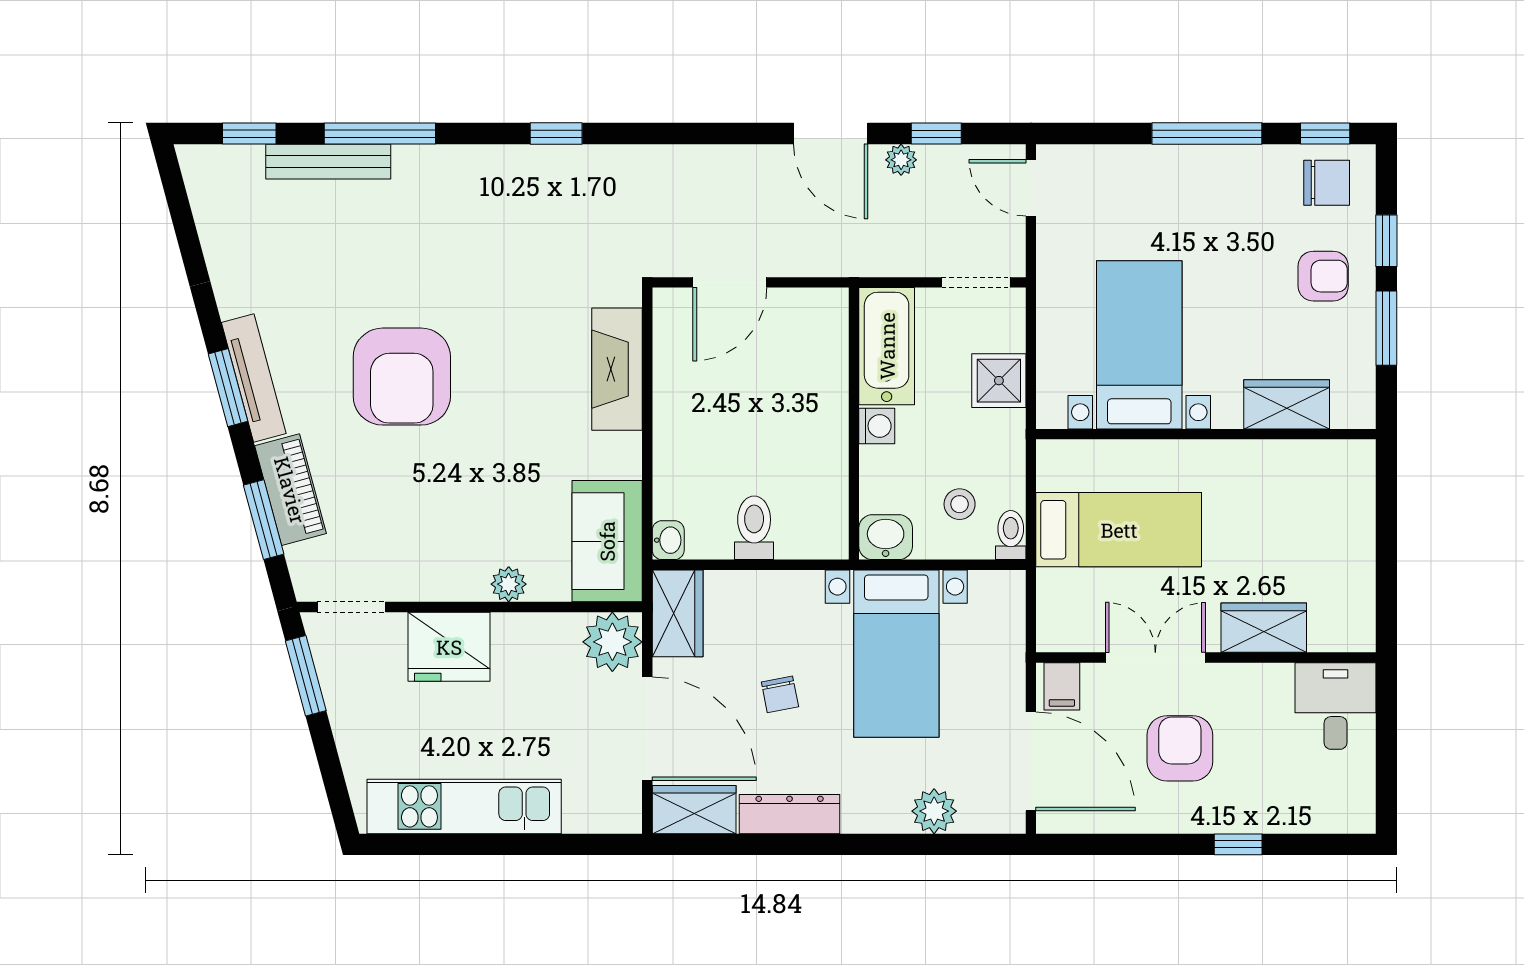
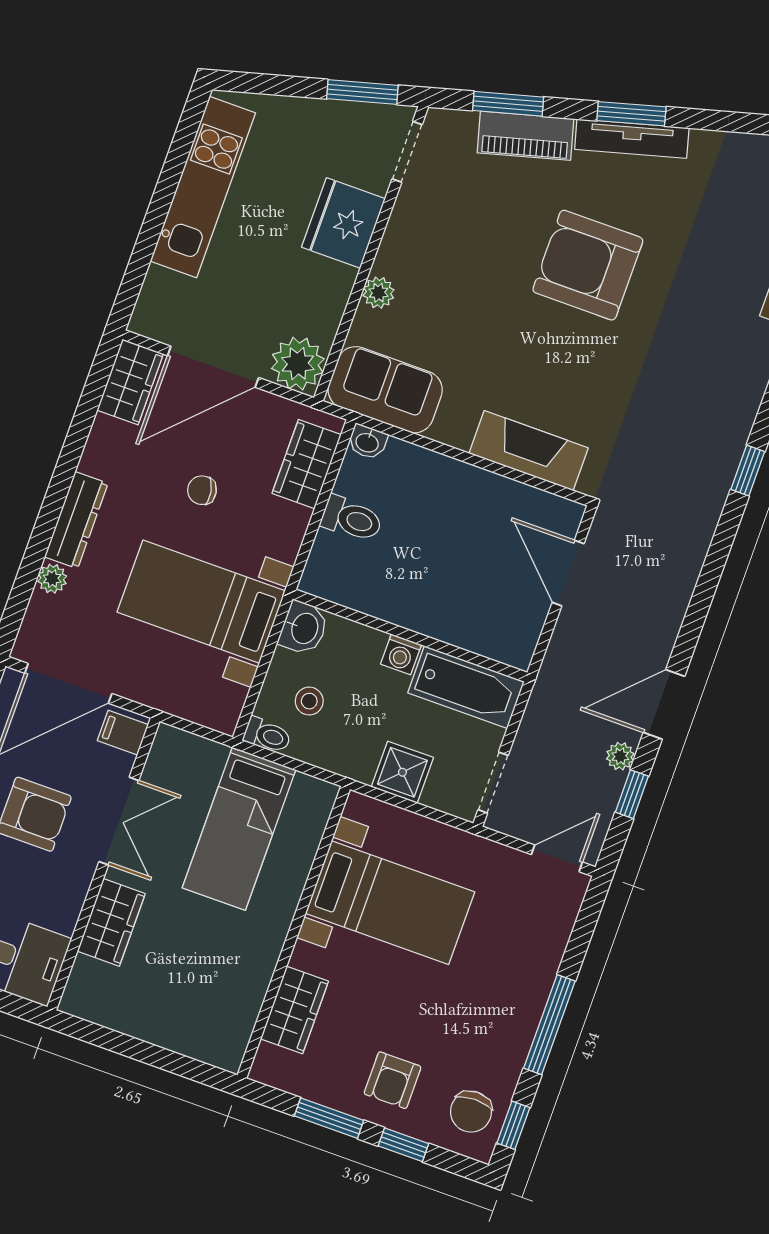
wardrobe: (678, 613) -> (307, 464), moved, turned 90
plant: (934, 811) -> (52, 579), width x0.73, depth x0.73
dresser: (790, 814) -> (76, 520), moved

